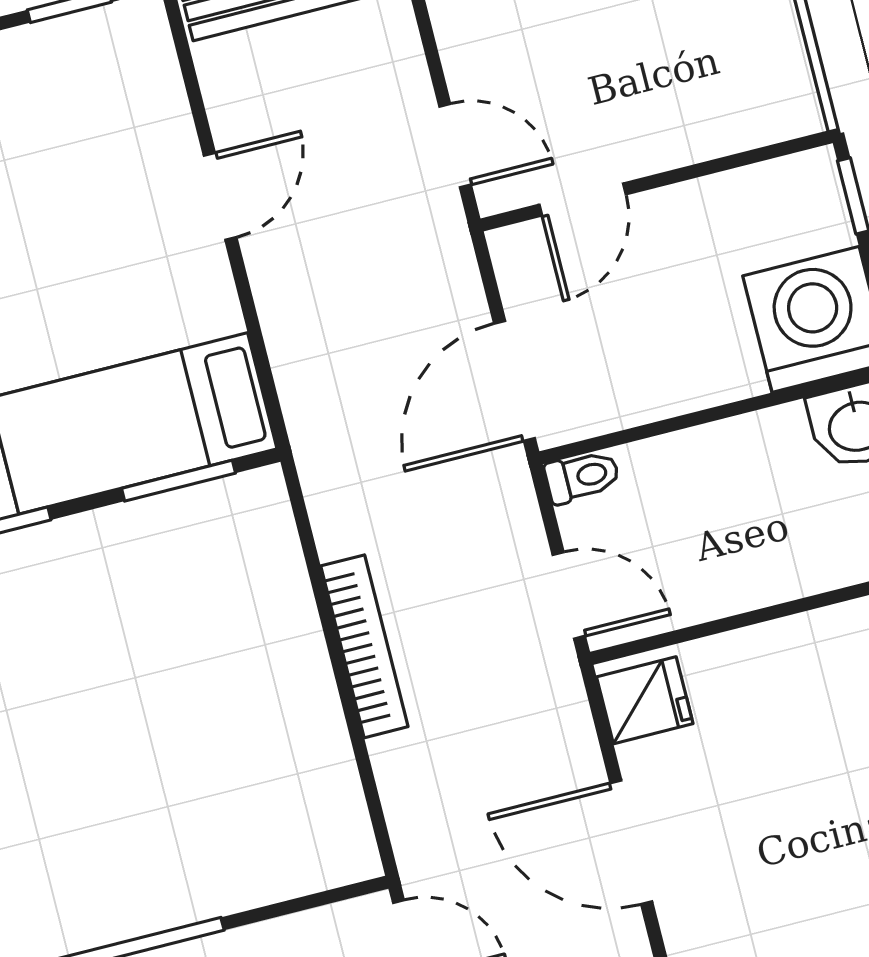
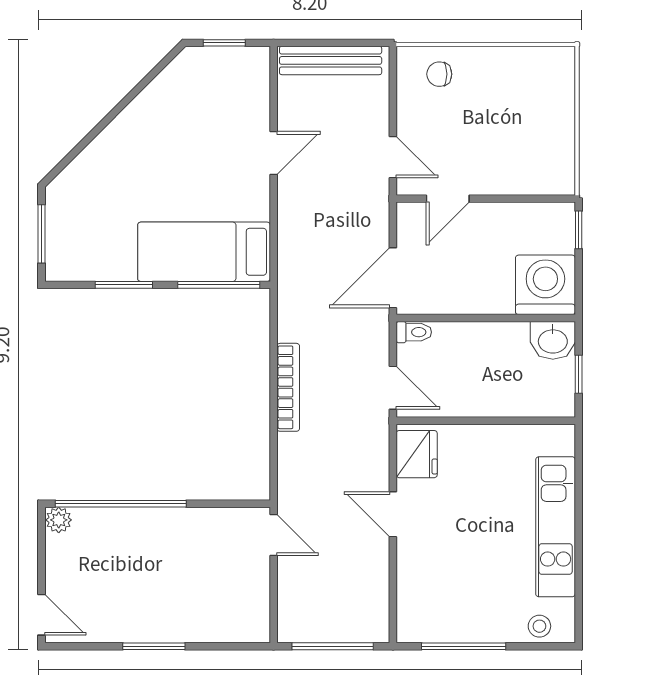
window: (178, 481) -> (219, 285), width x1.44
fridge: (645, 700) -> (417, 454), width x1.38
door: (631, 842) -> (393, 514), width x0.73

